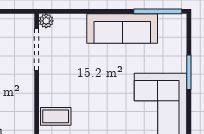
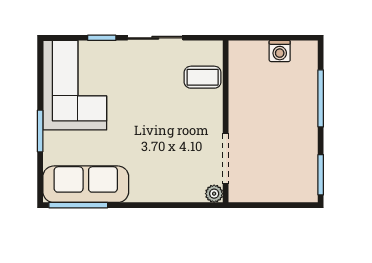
sofa: (122, 29) -> (86, 184), moved

